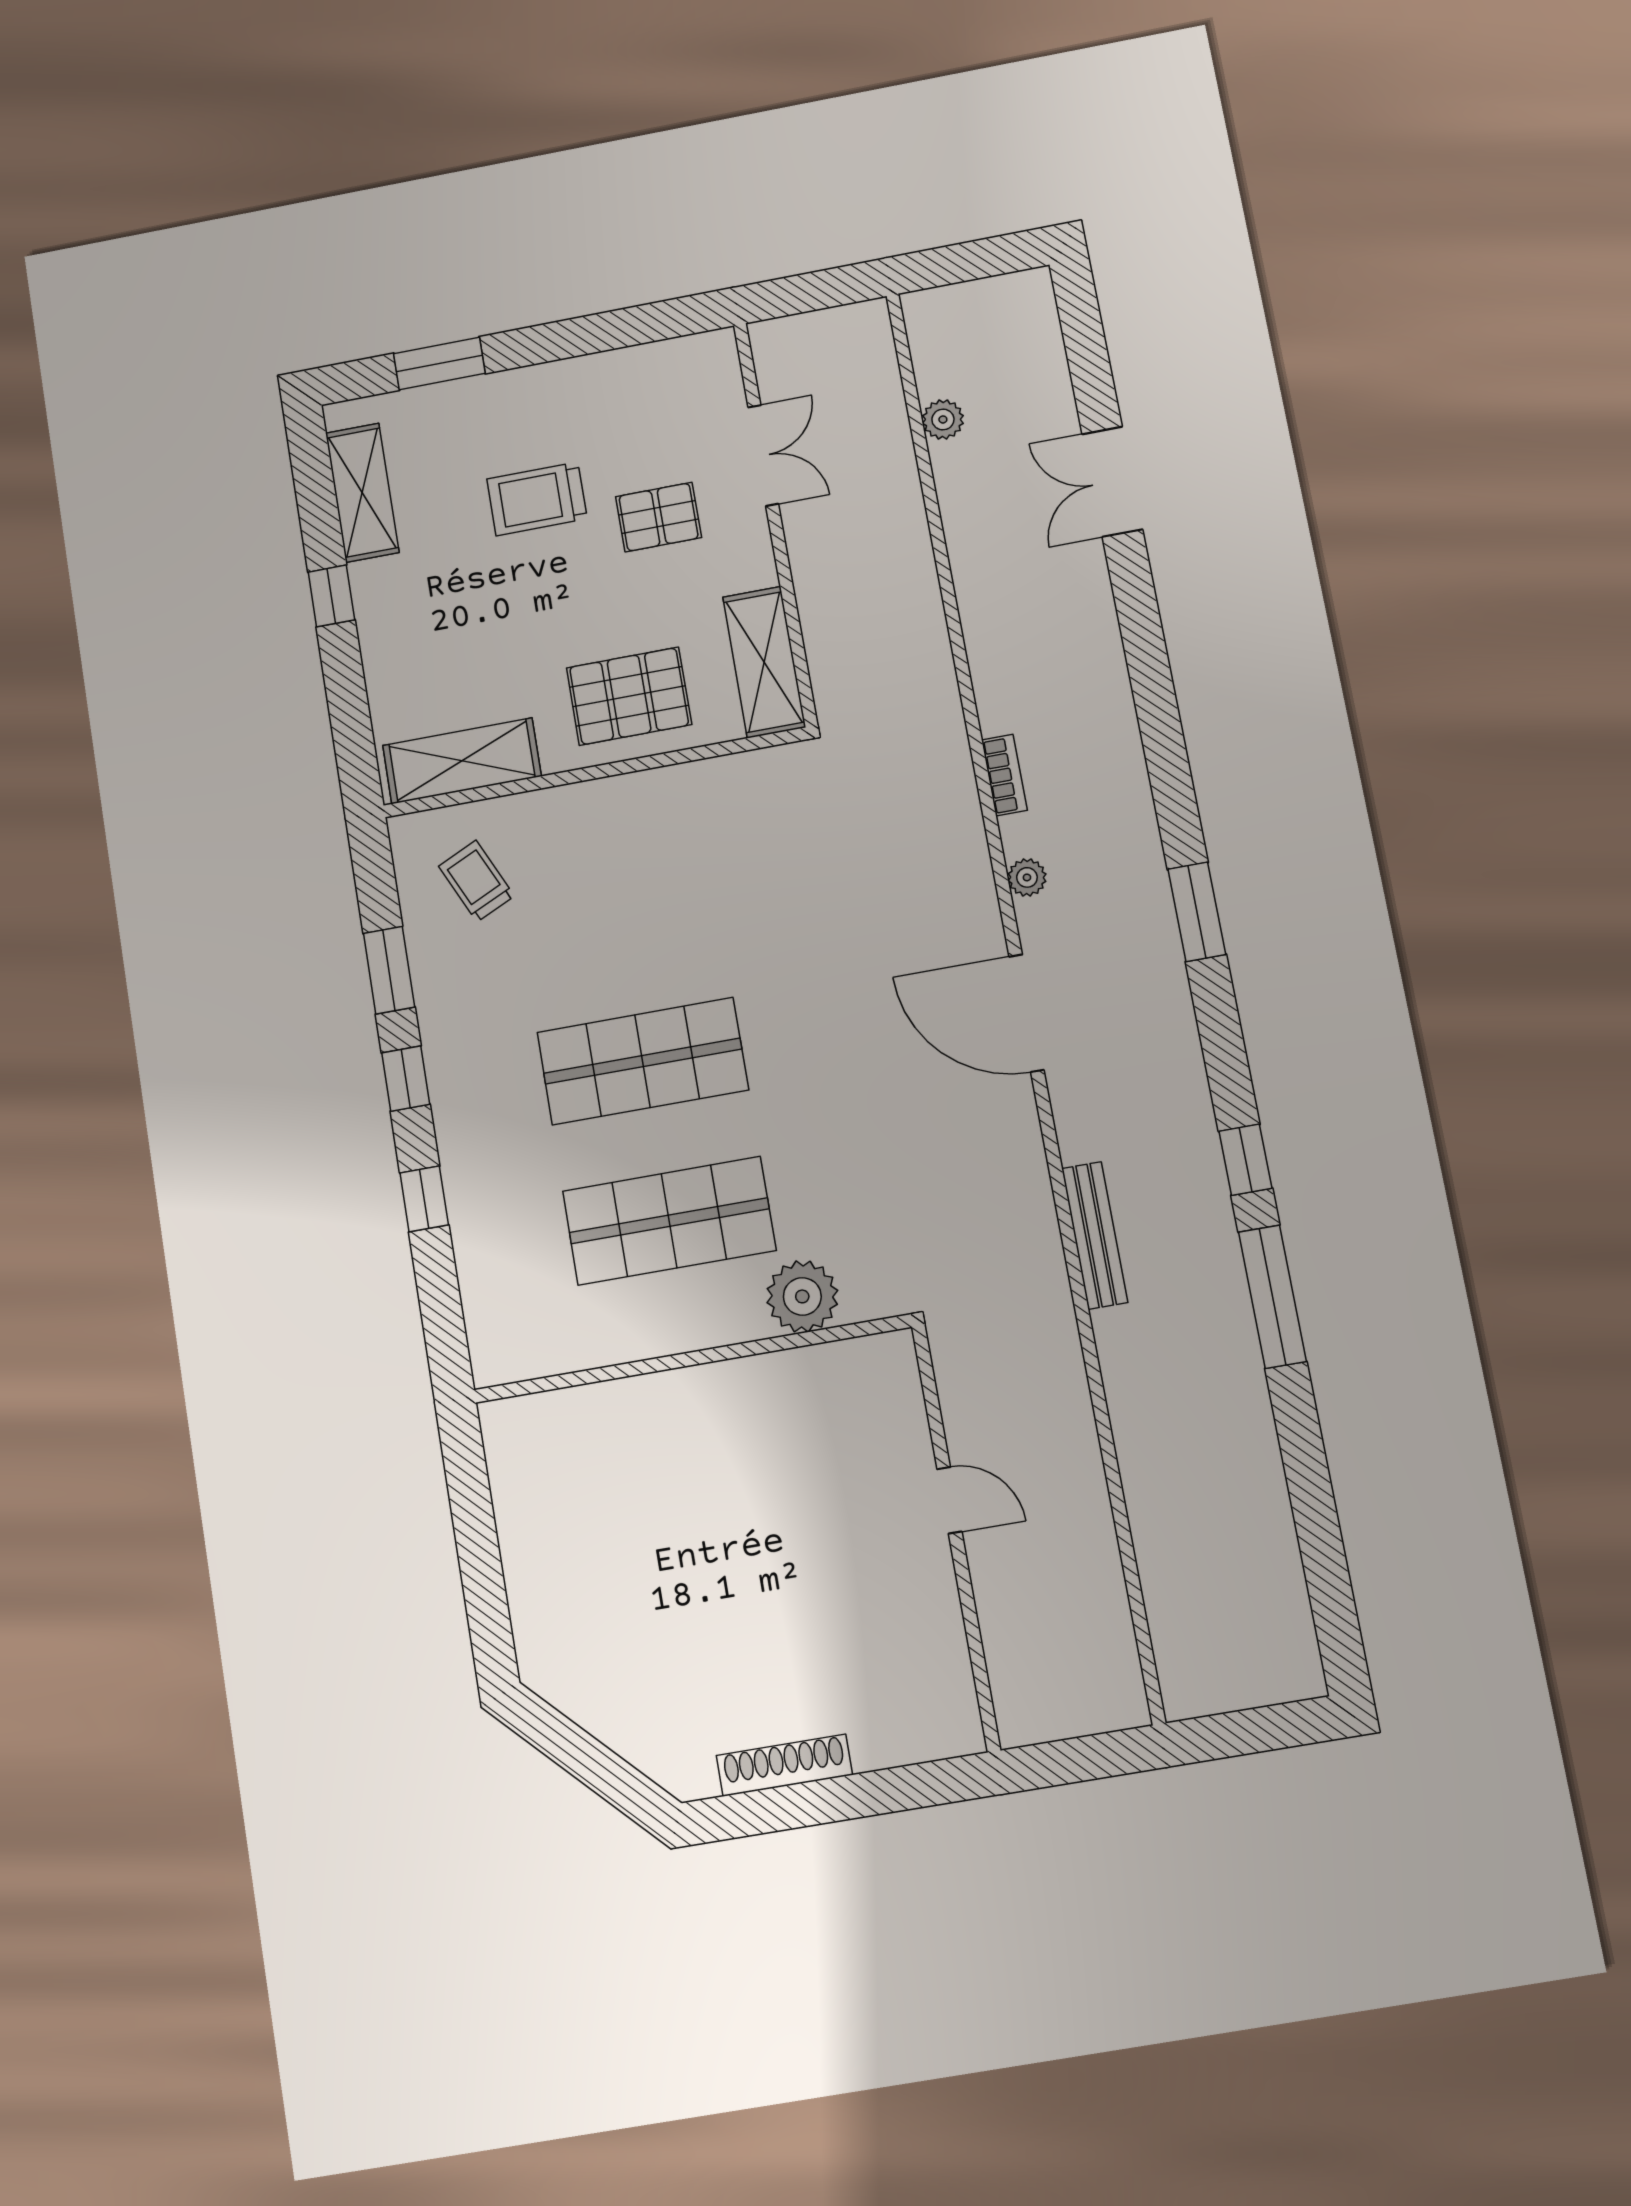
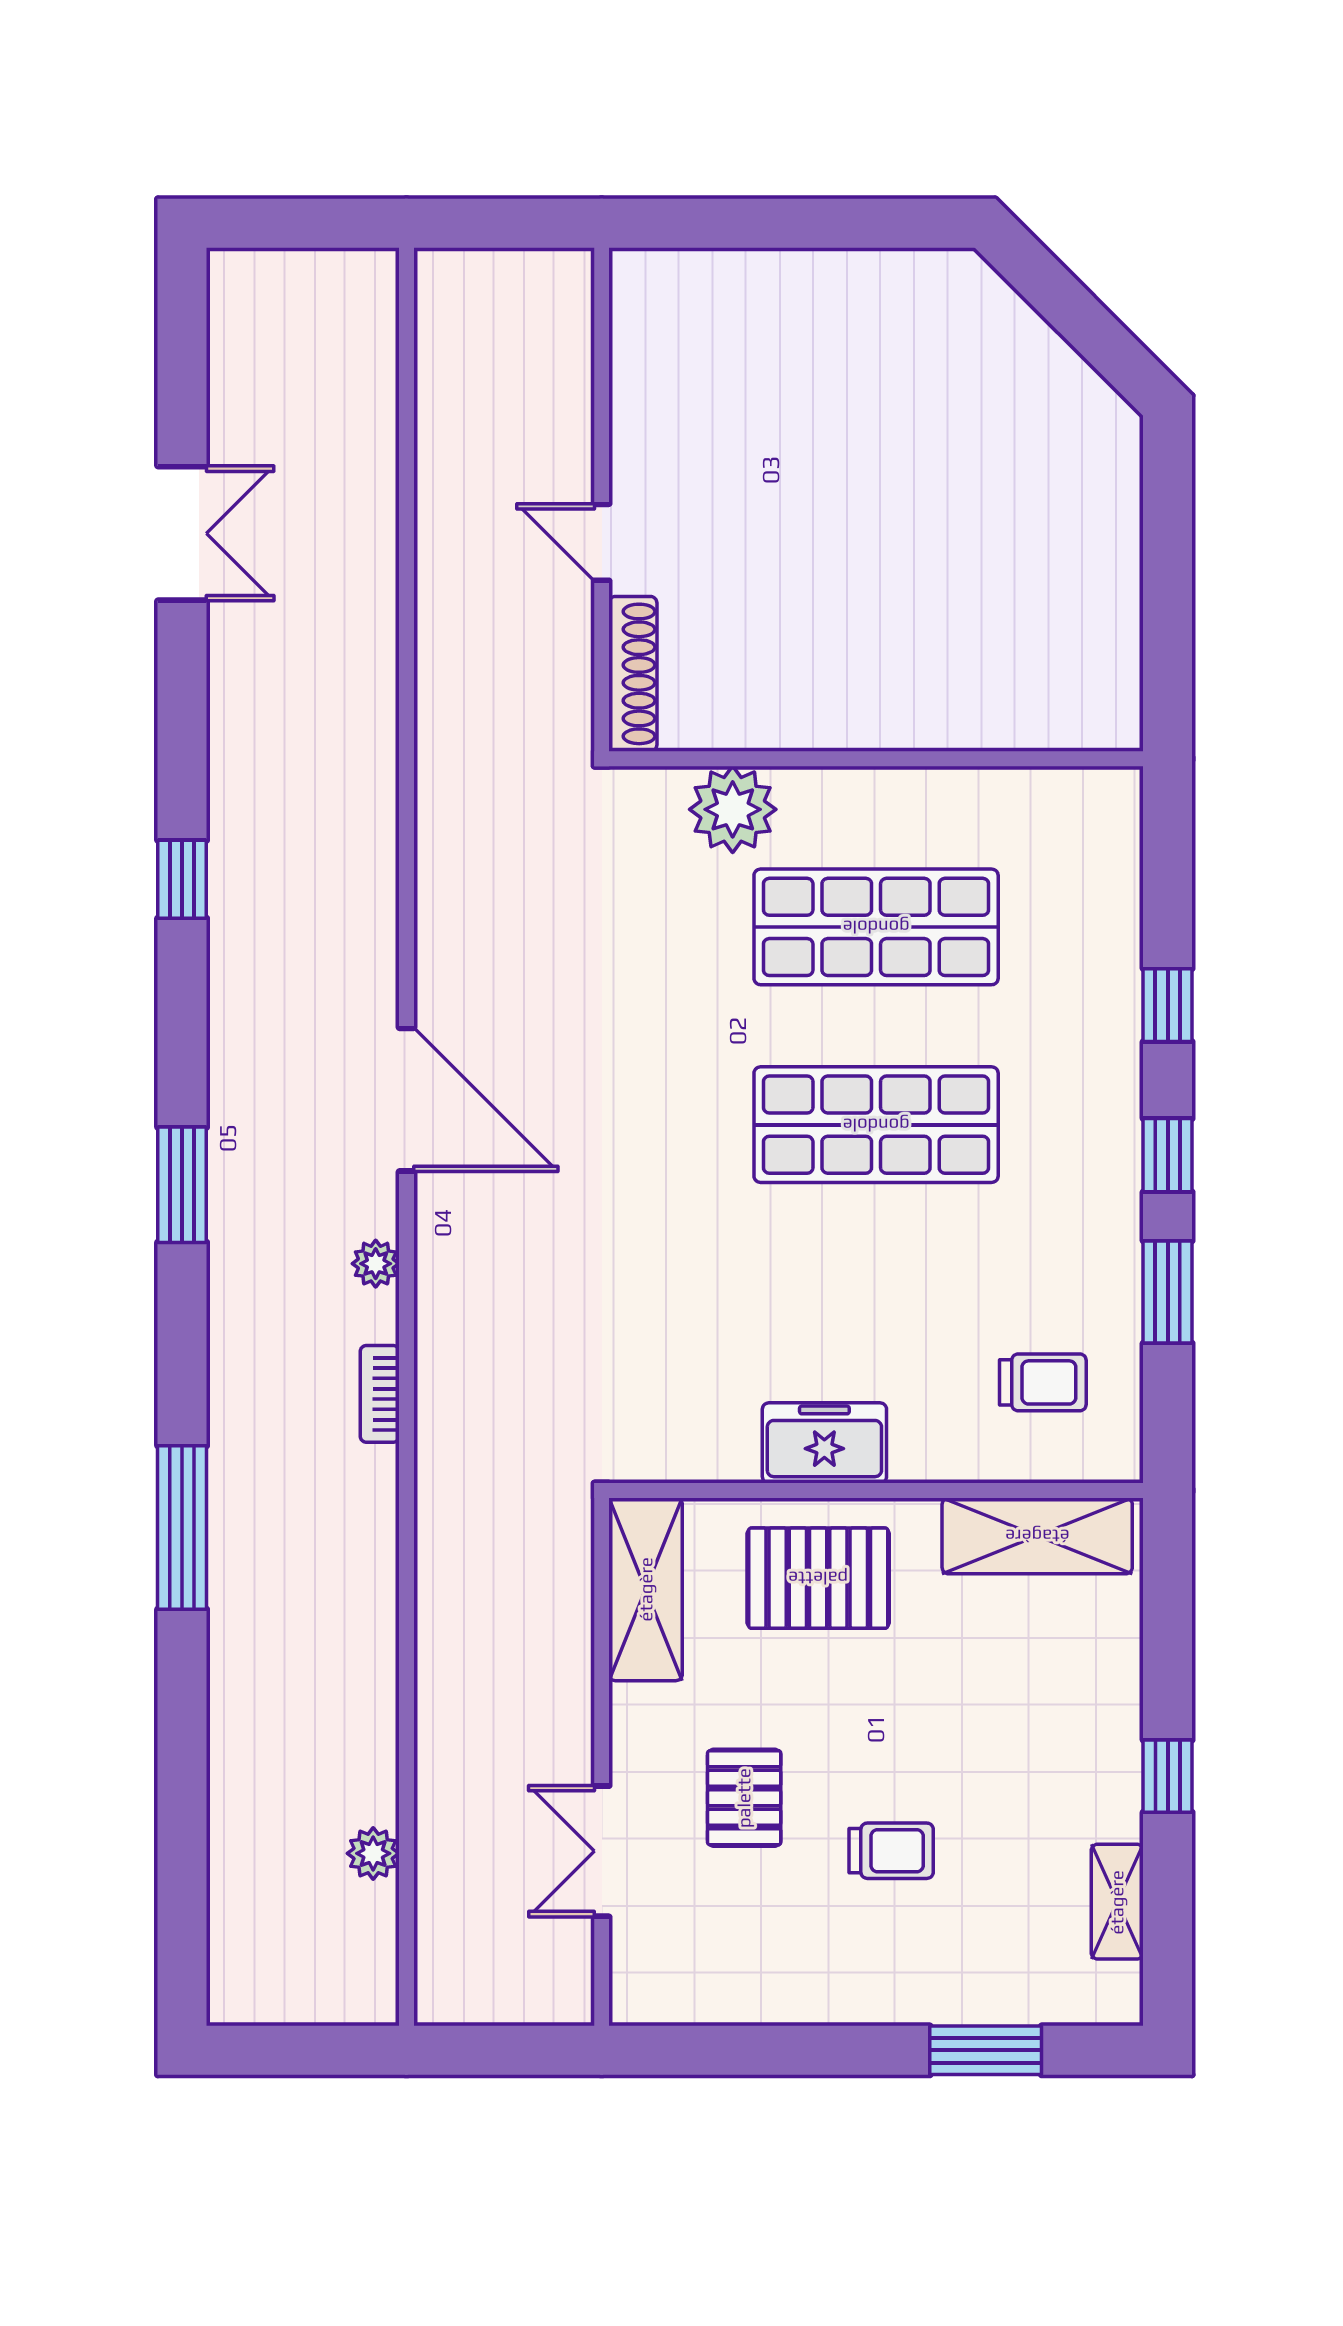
double door: (1112, 482) -> (182, 533), moved
shelving: (362, 493) -> (1117, 1902), width x0.67, depth x0.75
trolley: (537, 499) -> (891, 1851), width x0.73, depth x0.72
pallet: (659, 517) -> (744, 1798), turned 90
freezer: (642, 802) -> (824, 1443), added
trolley: (476, 881) -> (1043, 1382), turned -65
bench: (1095, 1235) -> (375, 821), removed
window: (1272, 1297) -> (182, 1528), moved
shoe rack: (784, 1765) -> (633, 674), moved, turned -90

